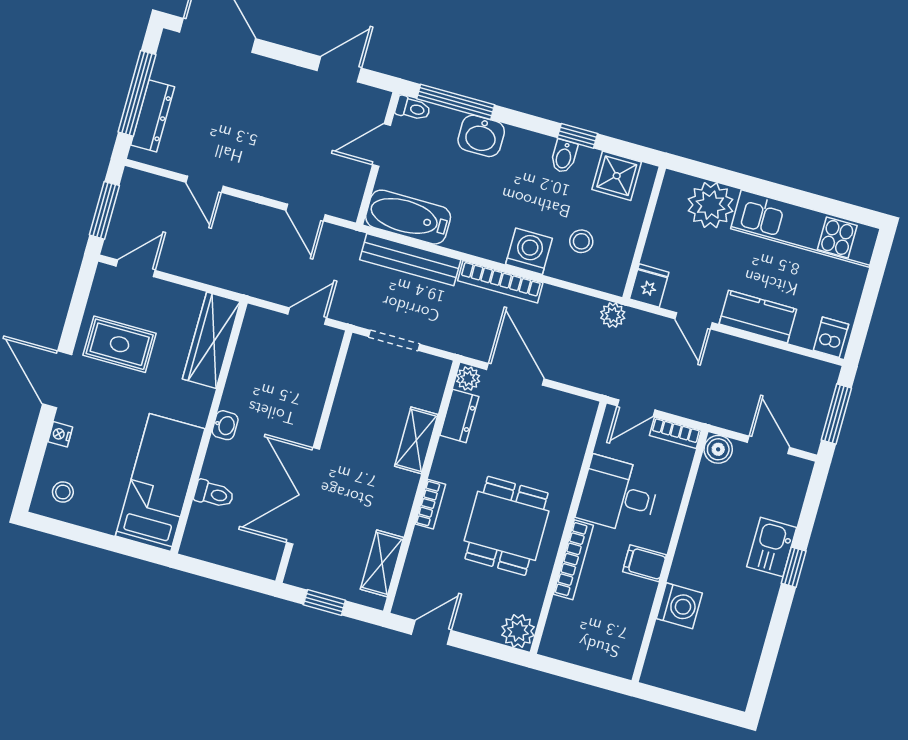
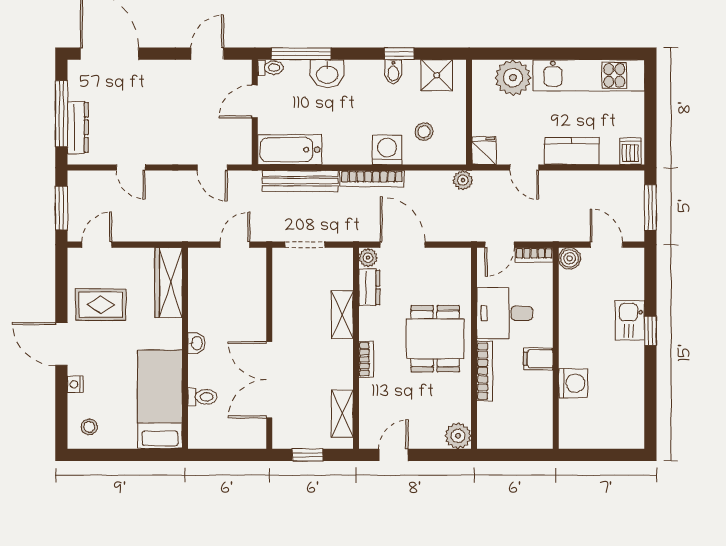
dining table: (506, 526) -> (435, 339), moved

